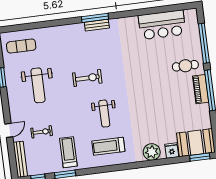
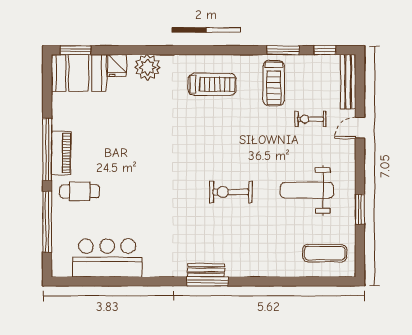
weight bench: (38, 85) -> (307, 190), turned -90
weight bench: (104, 114) -> (212, 135), removed

